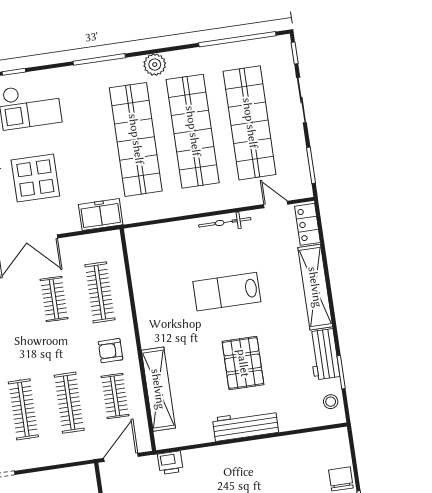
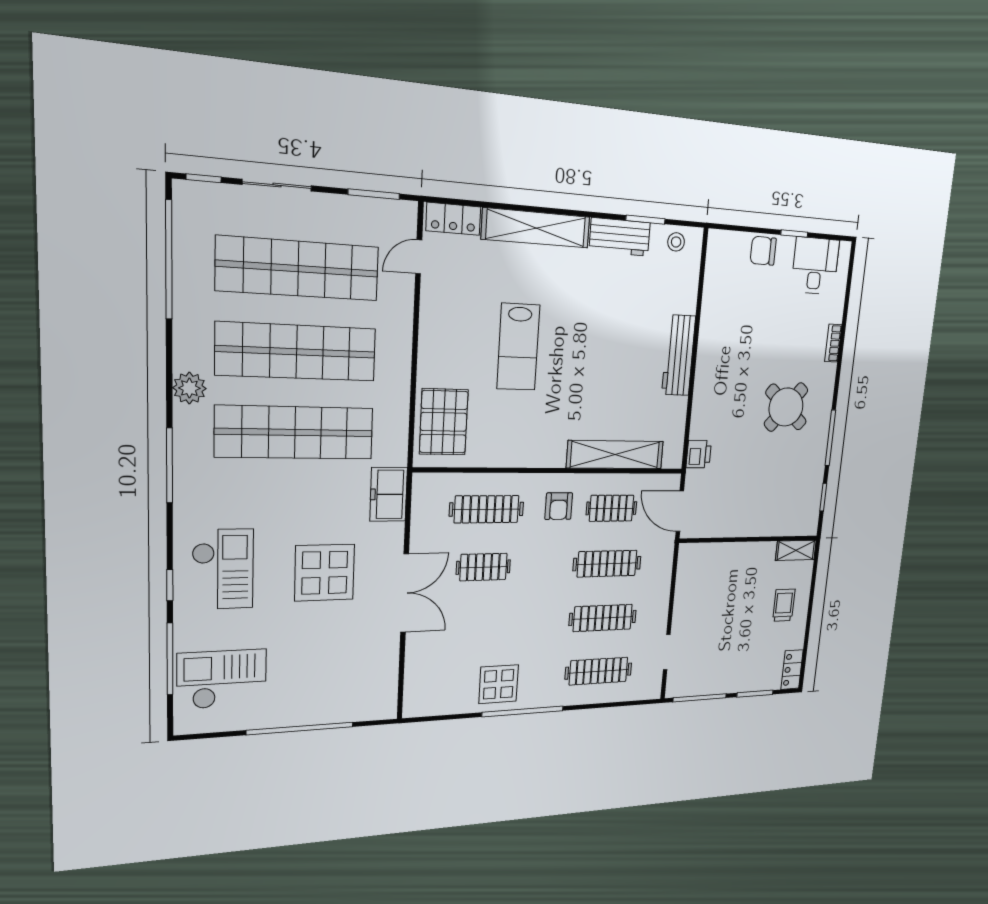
bicycle: (225, 222) -> (429, 332), removed
pallet: (243, 363) -> (444, 422), moved, turned 90

